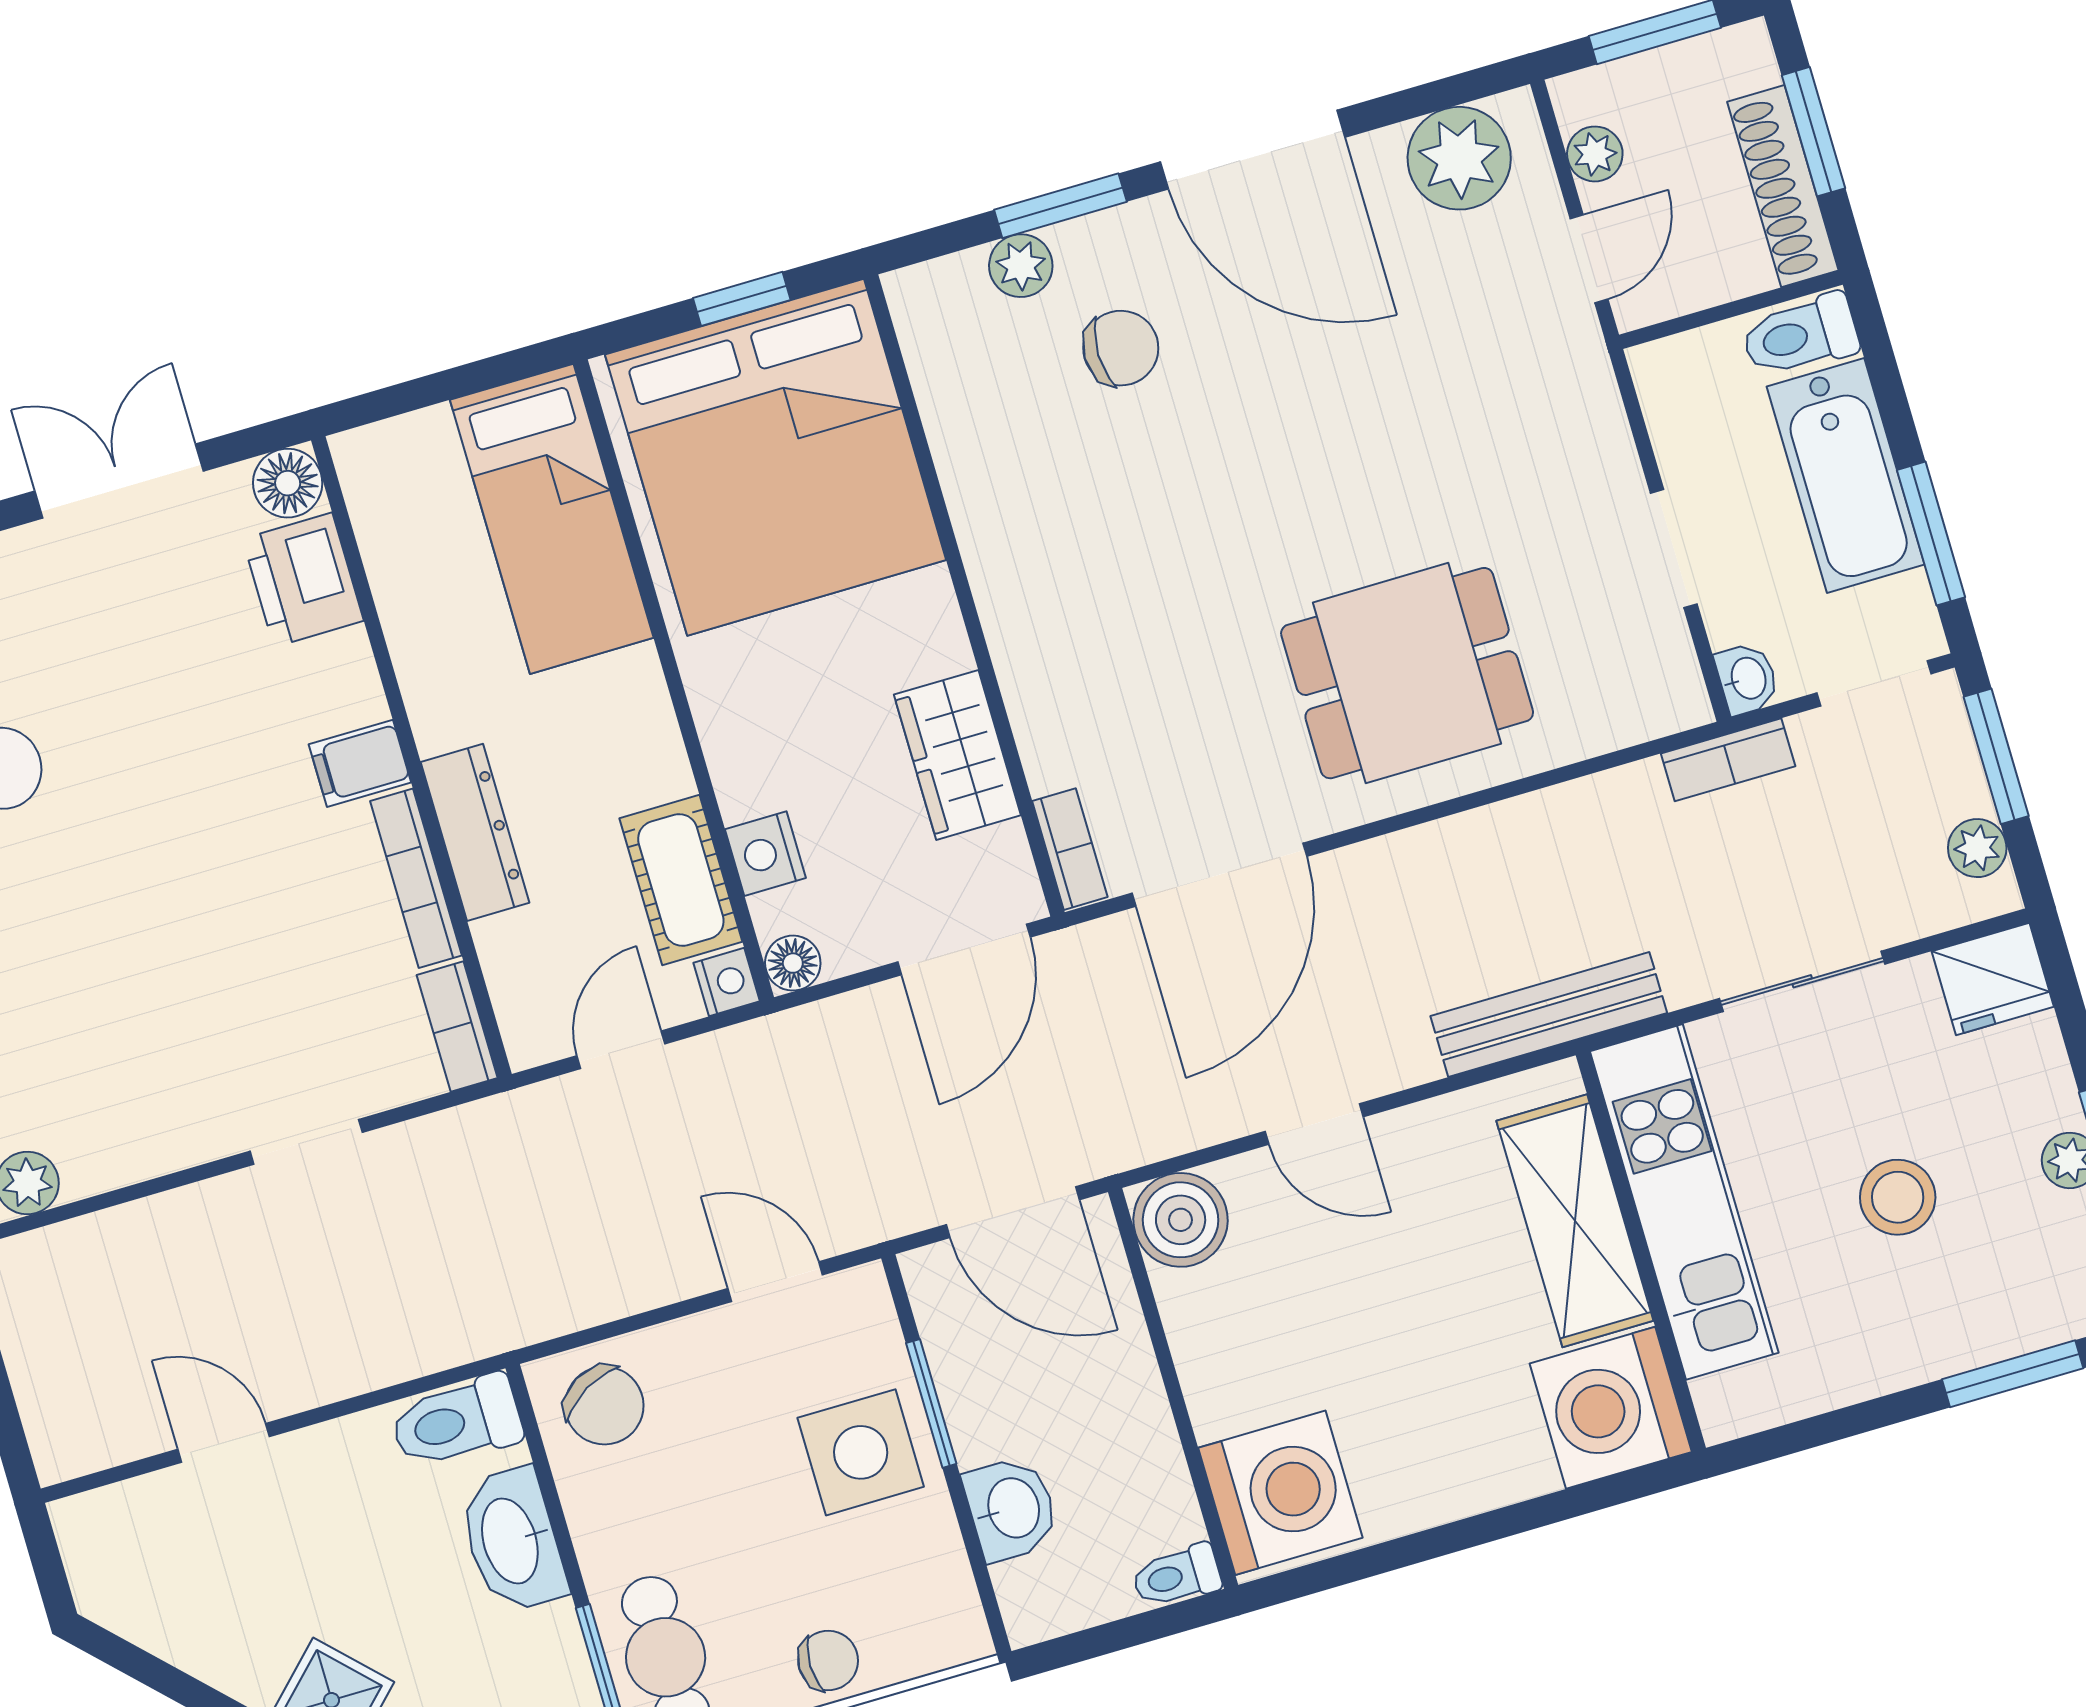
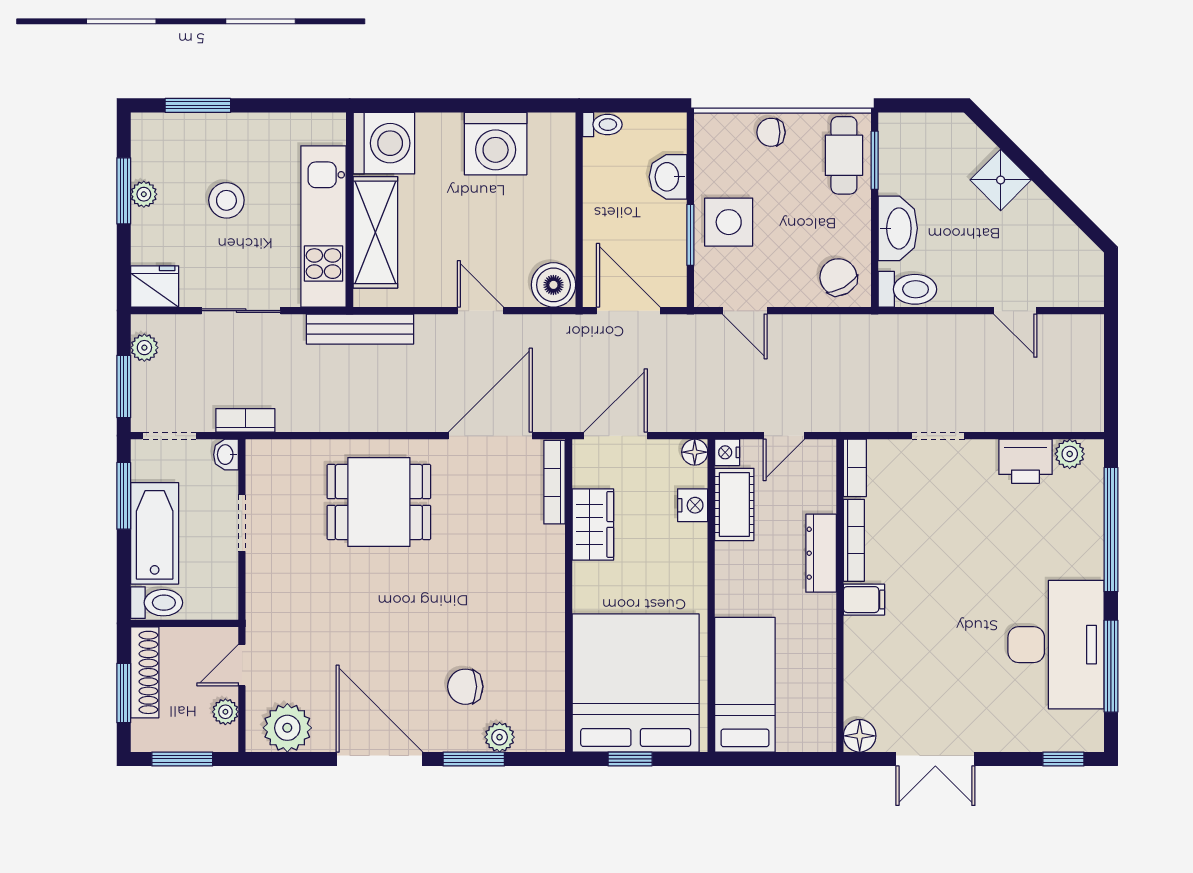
printer: (303, 580) -> (1025, 461), moved, turned 90
bookcase: (1070, 849) -> (555, 482), width x1.56
washing machine: (1280, 1493) -> (496, 144), moved, turned -90

